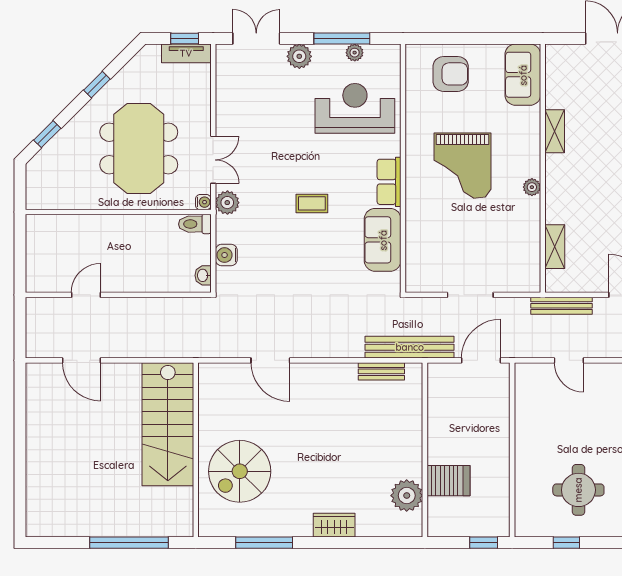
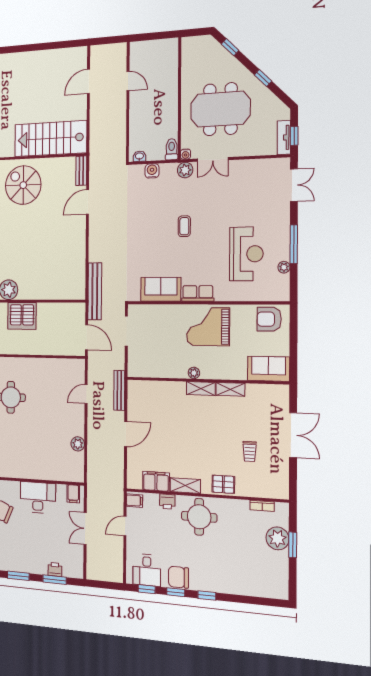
plant: (355, 53) -> (284, 267), moved
plant: (299, 56) -> (282, 215), removed
armchair: (451, 74) -> (269, 319), turned 90
wall: (403, 168) -> (206, 303), moved
row of seats: (389, 182) -> (198, 293), moved
sofa: (383, 240) -> (161, 289), moved
shelving: (555, 247) -> (201, 389), moved
bench: (381, 371) -> (81, 171), moved
server rack: (448, 481) -> (22, 316), width x1.60

